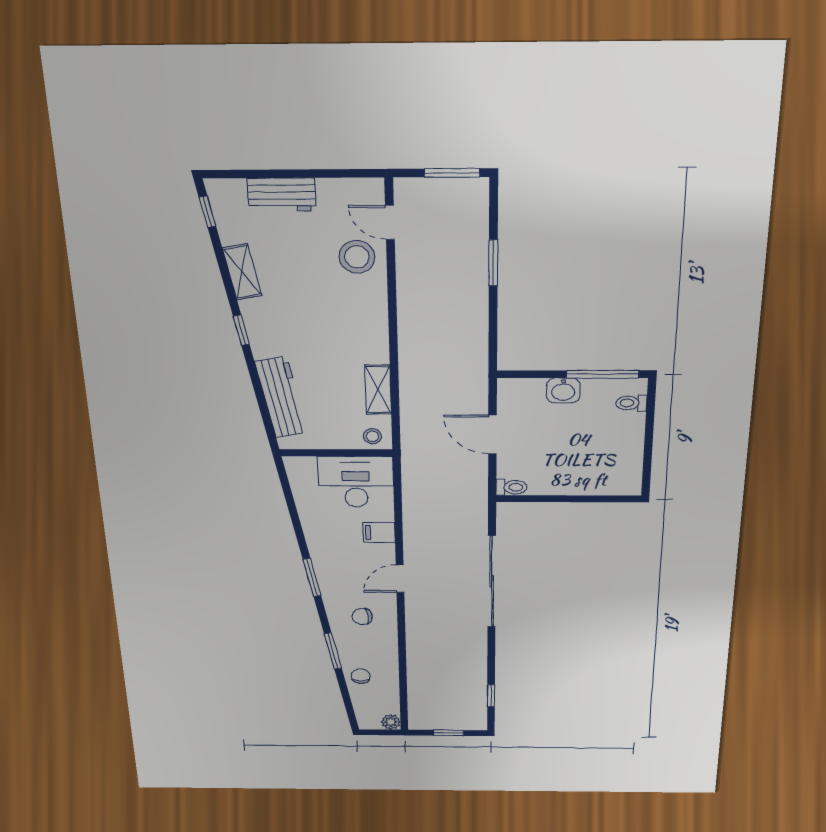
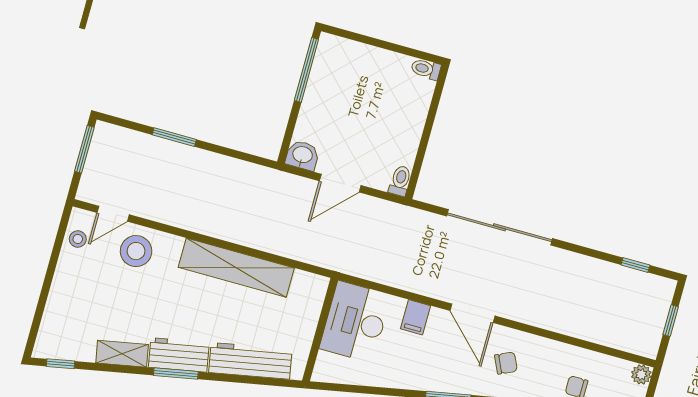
workbench: (282, 195) -> (179, 355), moved, turned -101
window: (241, 330) -> (176, 374), width x1.50
shelving: (378, 390) -> (236, 268), width x2.20, depth x1.33
washbasin: (563, 390) -> (302, 155), moved, turned -90
toilet: (631, 403) -> (426, 69), moved, turned 90
stool: (372, 436) -> (78, 239), moved
door: (400, 579) -> (472, 313), width x1.38
chair: (362, 616) -> (506, 363), turned -108

